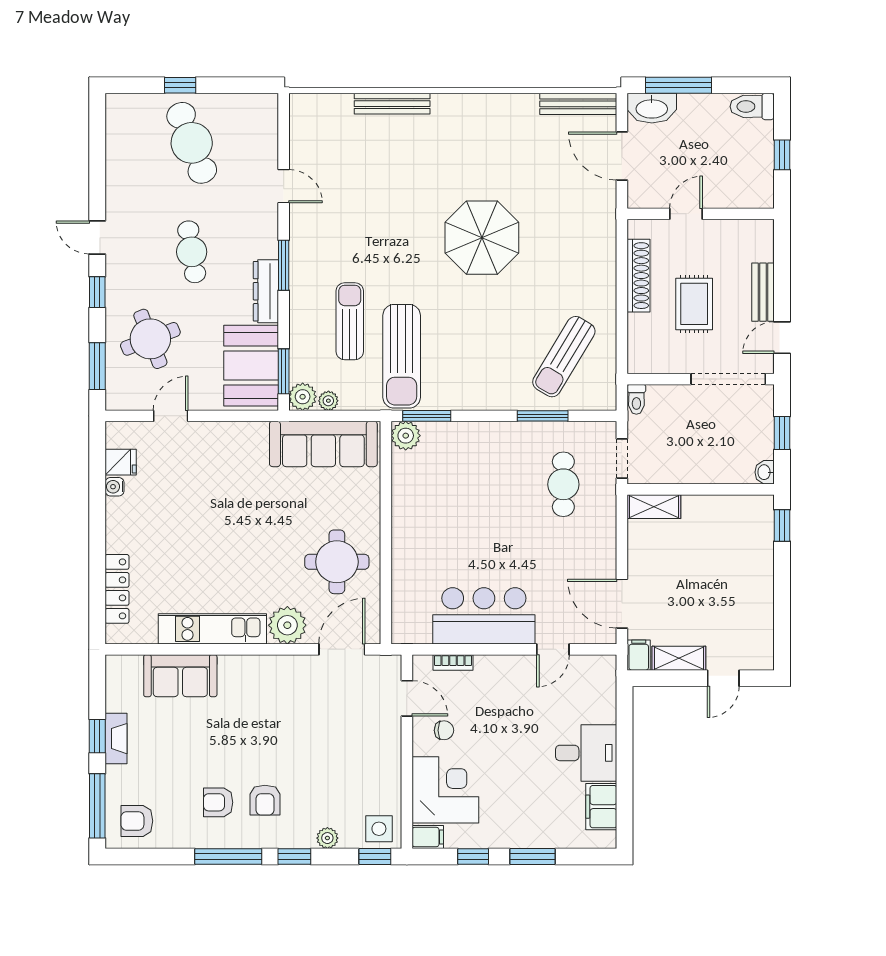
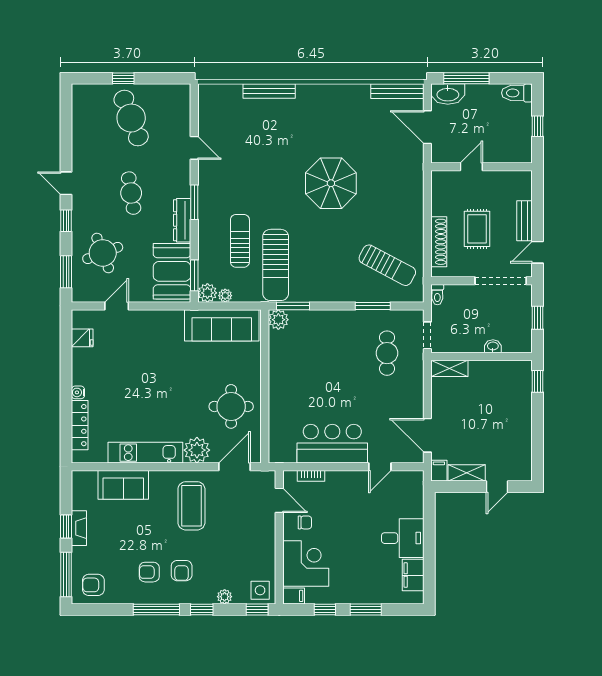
shoe rack: (639, 276) -> (439, 242), moved
sun lounger: (564, 357) -> (387, 265), turned -93
washbasin: (765, 472) -> (493, 346), moved, turned 90
water cooler: (115, 487) -> (78, 392), moved
coffee table: (279, 706) -> (191, 506), added

